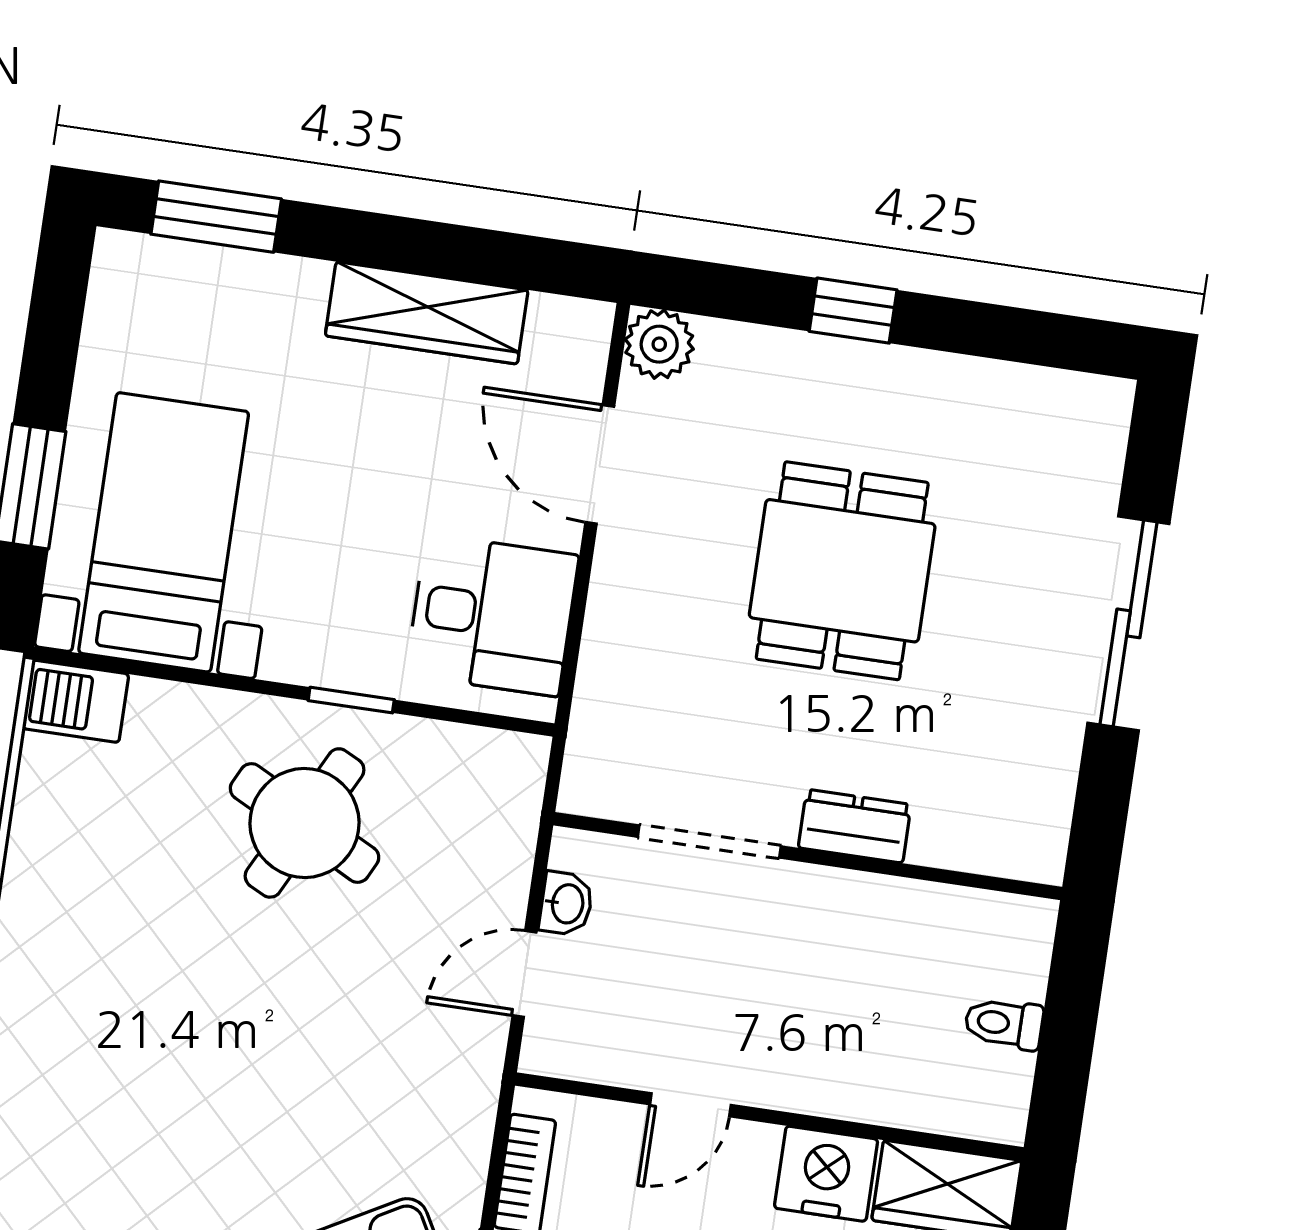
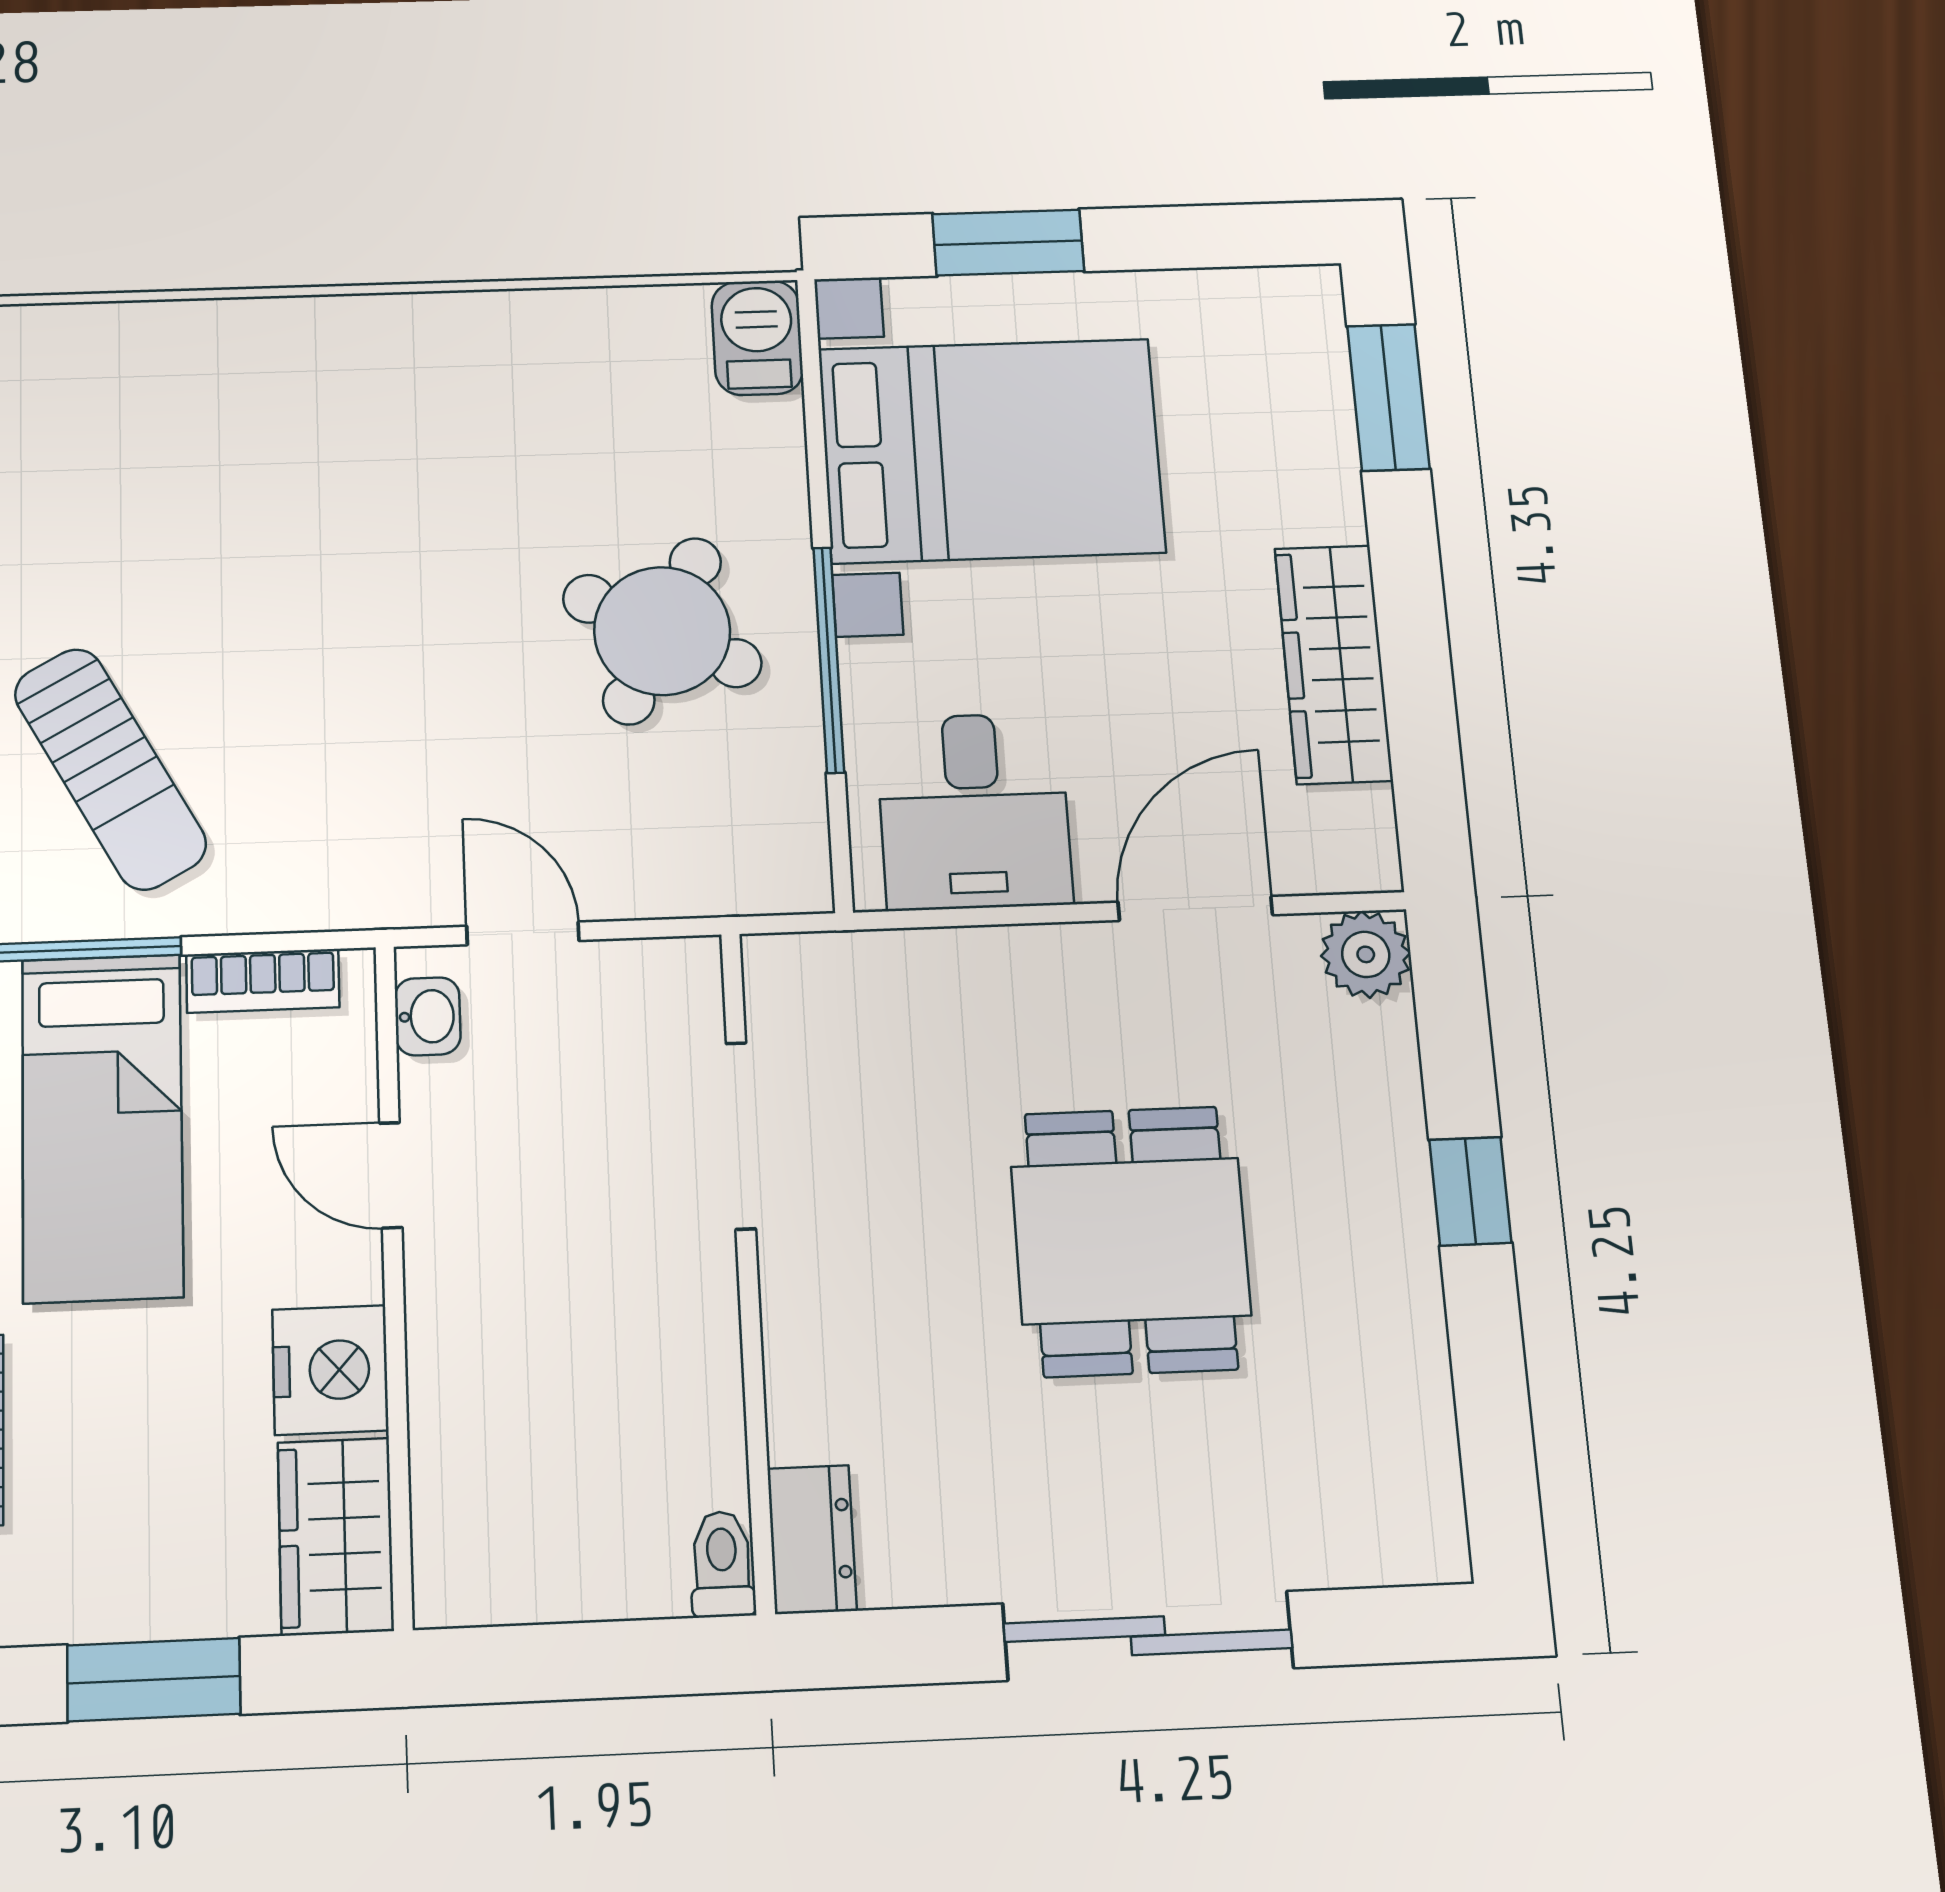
bed with nightstands: (164, 532) -> (991, 450), width x1.36
dining table: (842, 571) -> (1131, 1241), turned 90
window: (351, 700) -> (829, 660), width x2.17
dresser: (855, 826) -> (812, 1539), moved
washbasin: (566, 904) -> (428, 1016), moved, turned -90
toilet: (1004, 1024) -> (722, 1564), moved

